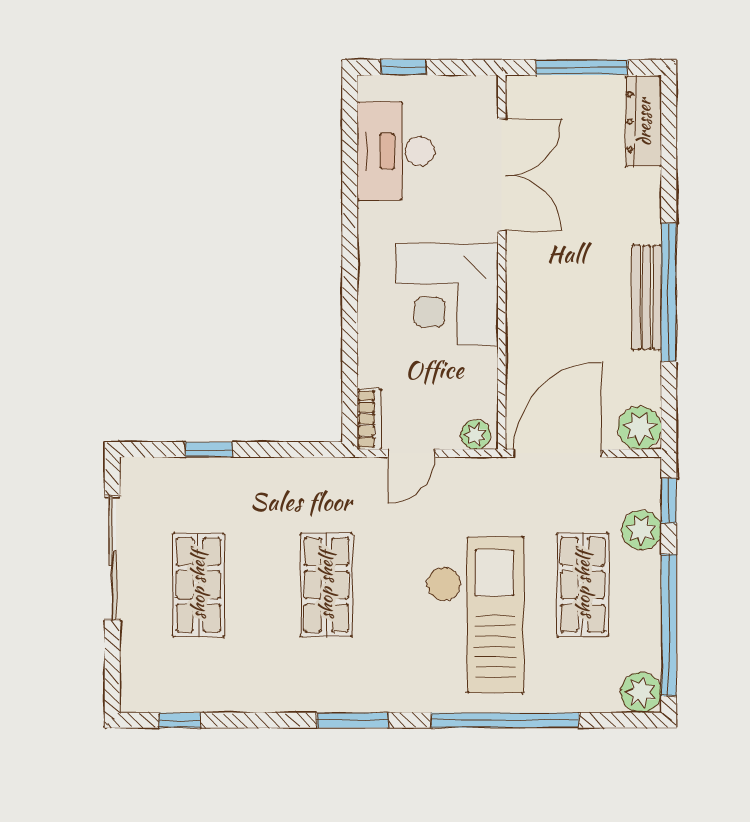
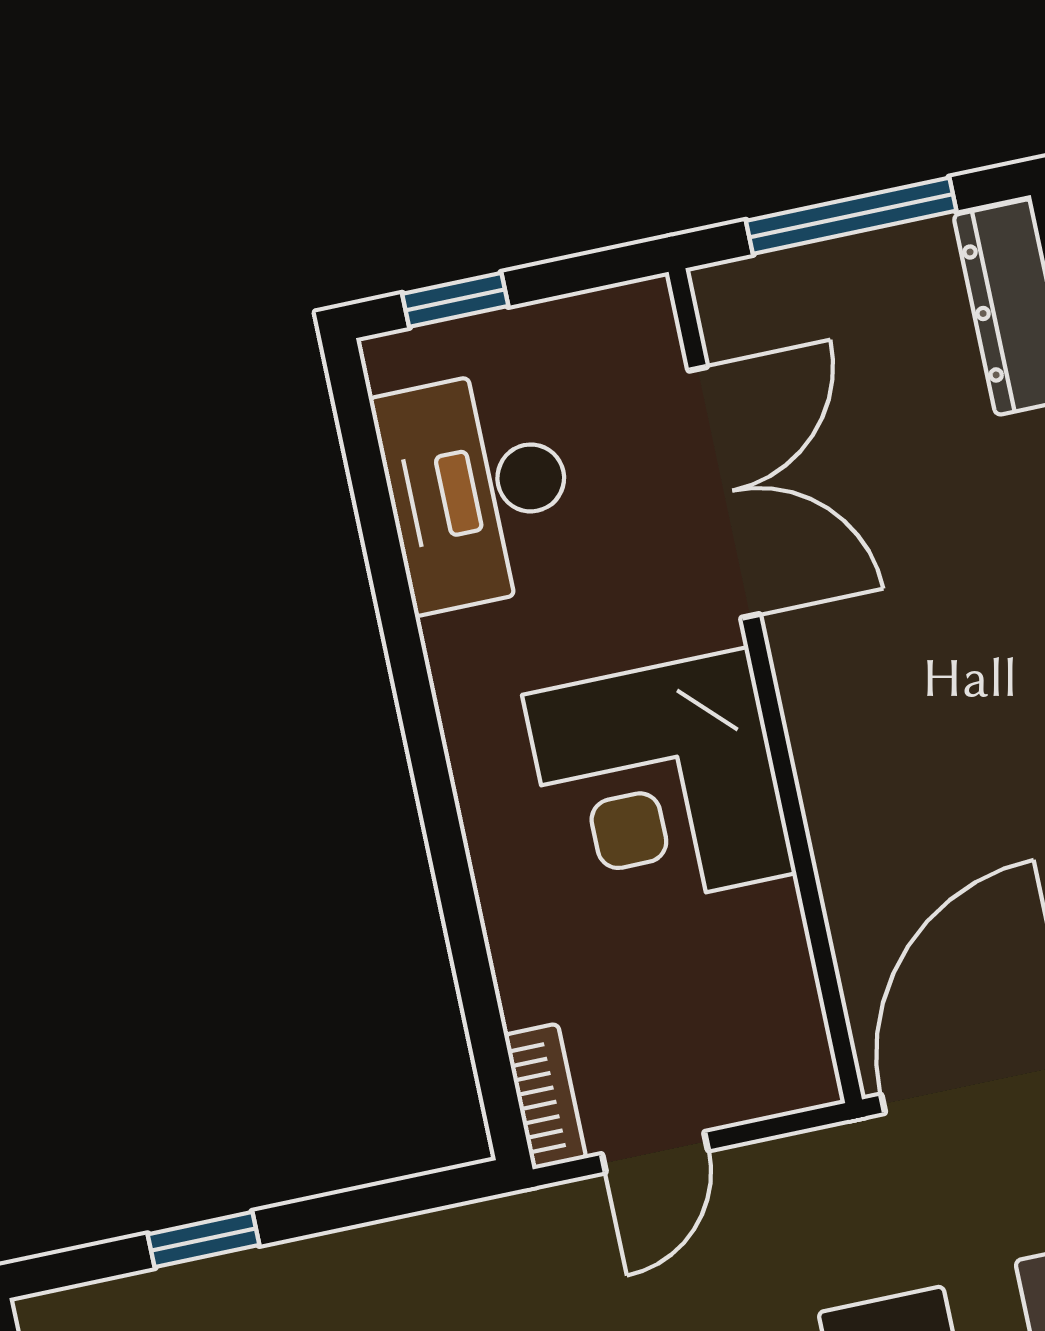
plant: (476, 435) -> (789, 1081), removed

